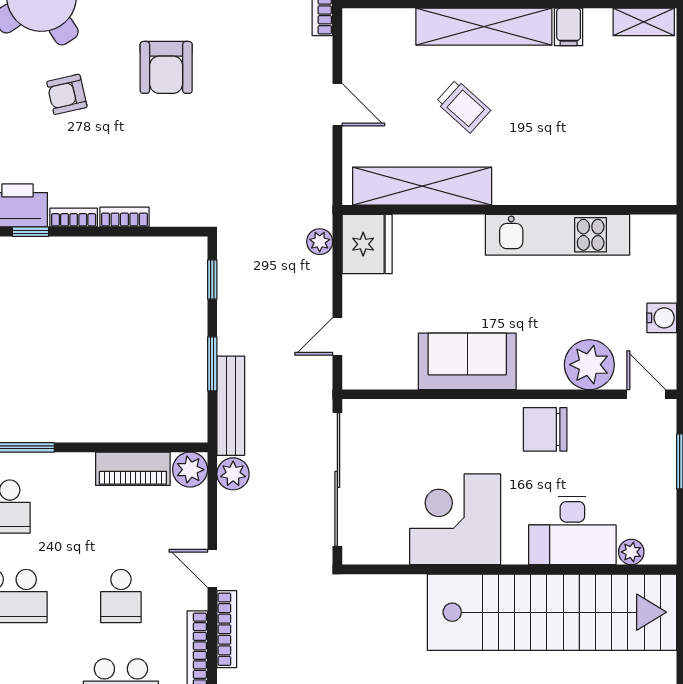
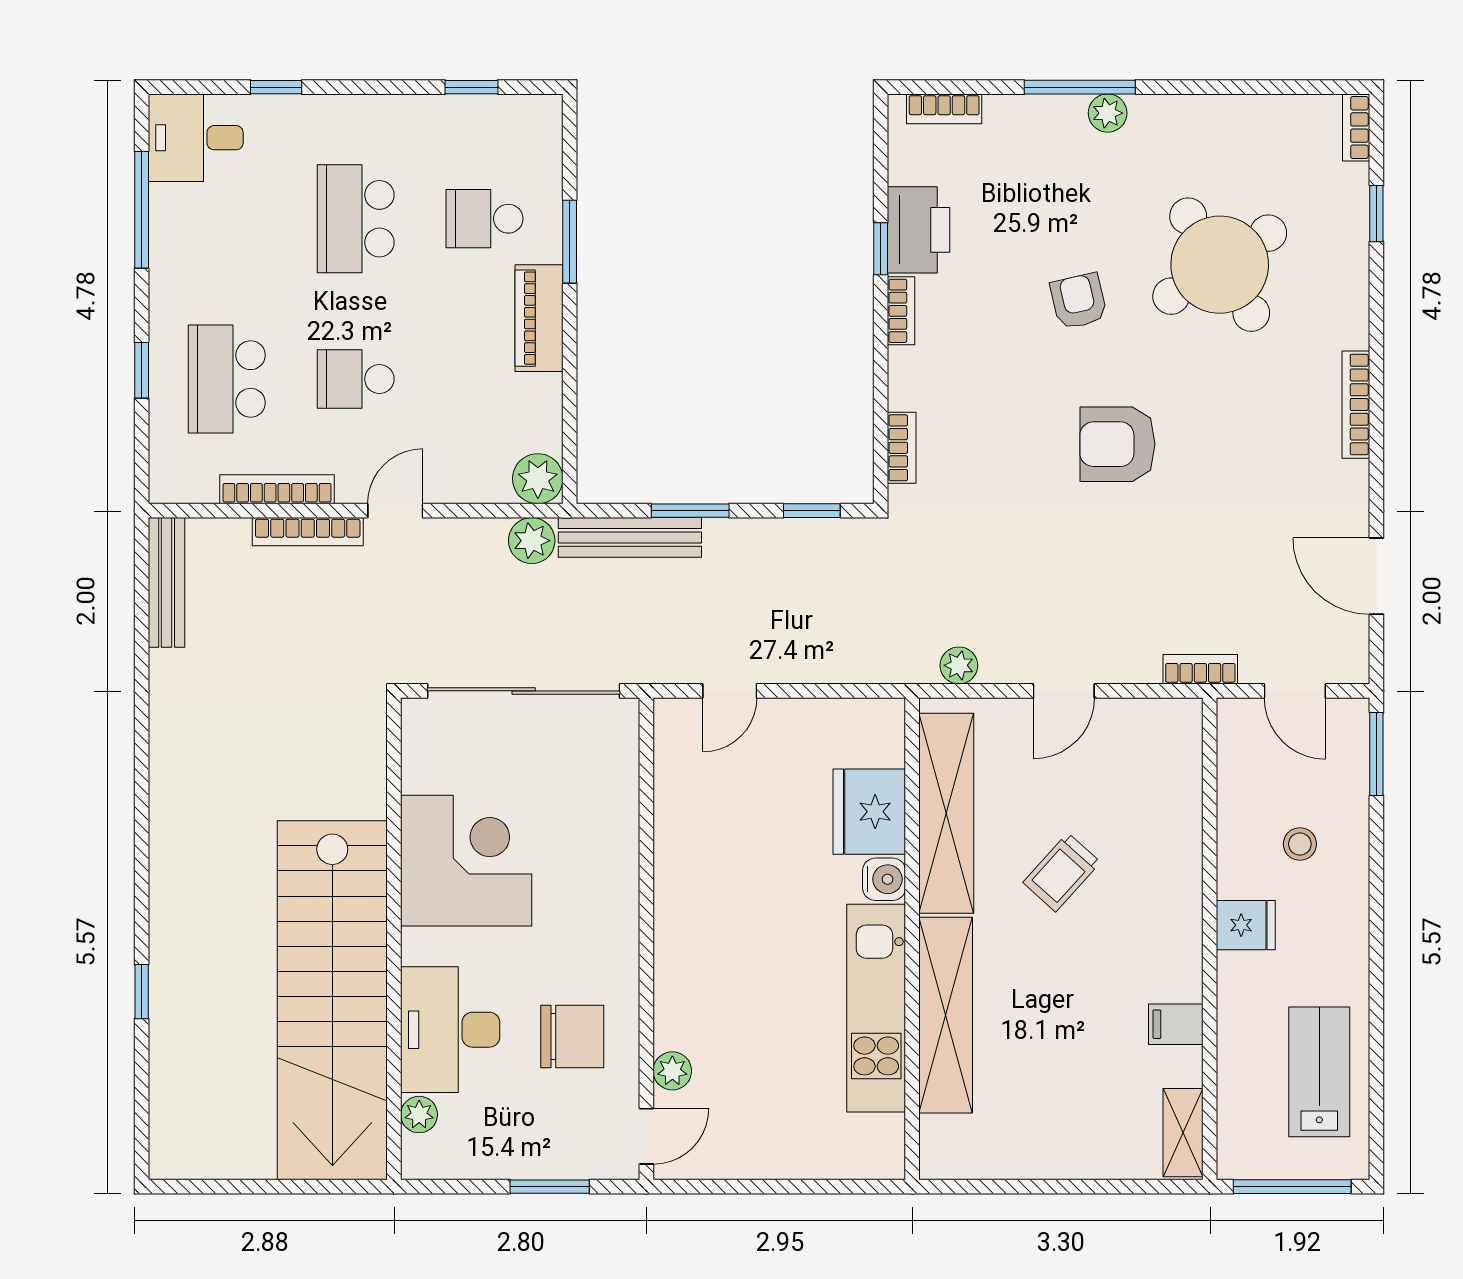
shelving: (484, 27) -> (946, 1015), moved
bookcase: (124, 217) -> (902, 448), moved
plant: (320, 242) -> (959, 665), moved
fridge: (367, 244) -> (869, 812), moved, turned 90
water cooler: (662, 318) -> (884, 879), moved, turned -90
door: (337, 336) -> (730, 691), swing flipped
sofa: (467, 361) -> (694, 878), removed
plant: (589, 365) -> (672, 1071), width x0.53, depth x0.53
chair: (545, 429) -> (572, 1037), moved, turned 90
piano: (133, 469) -> (539, 318), moved

